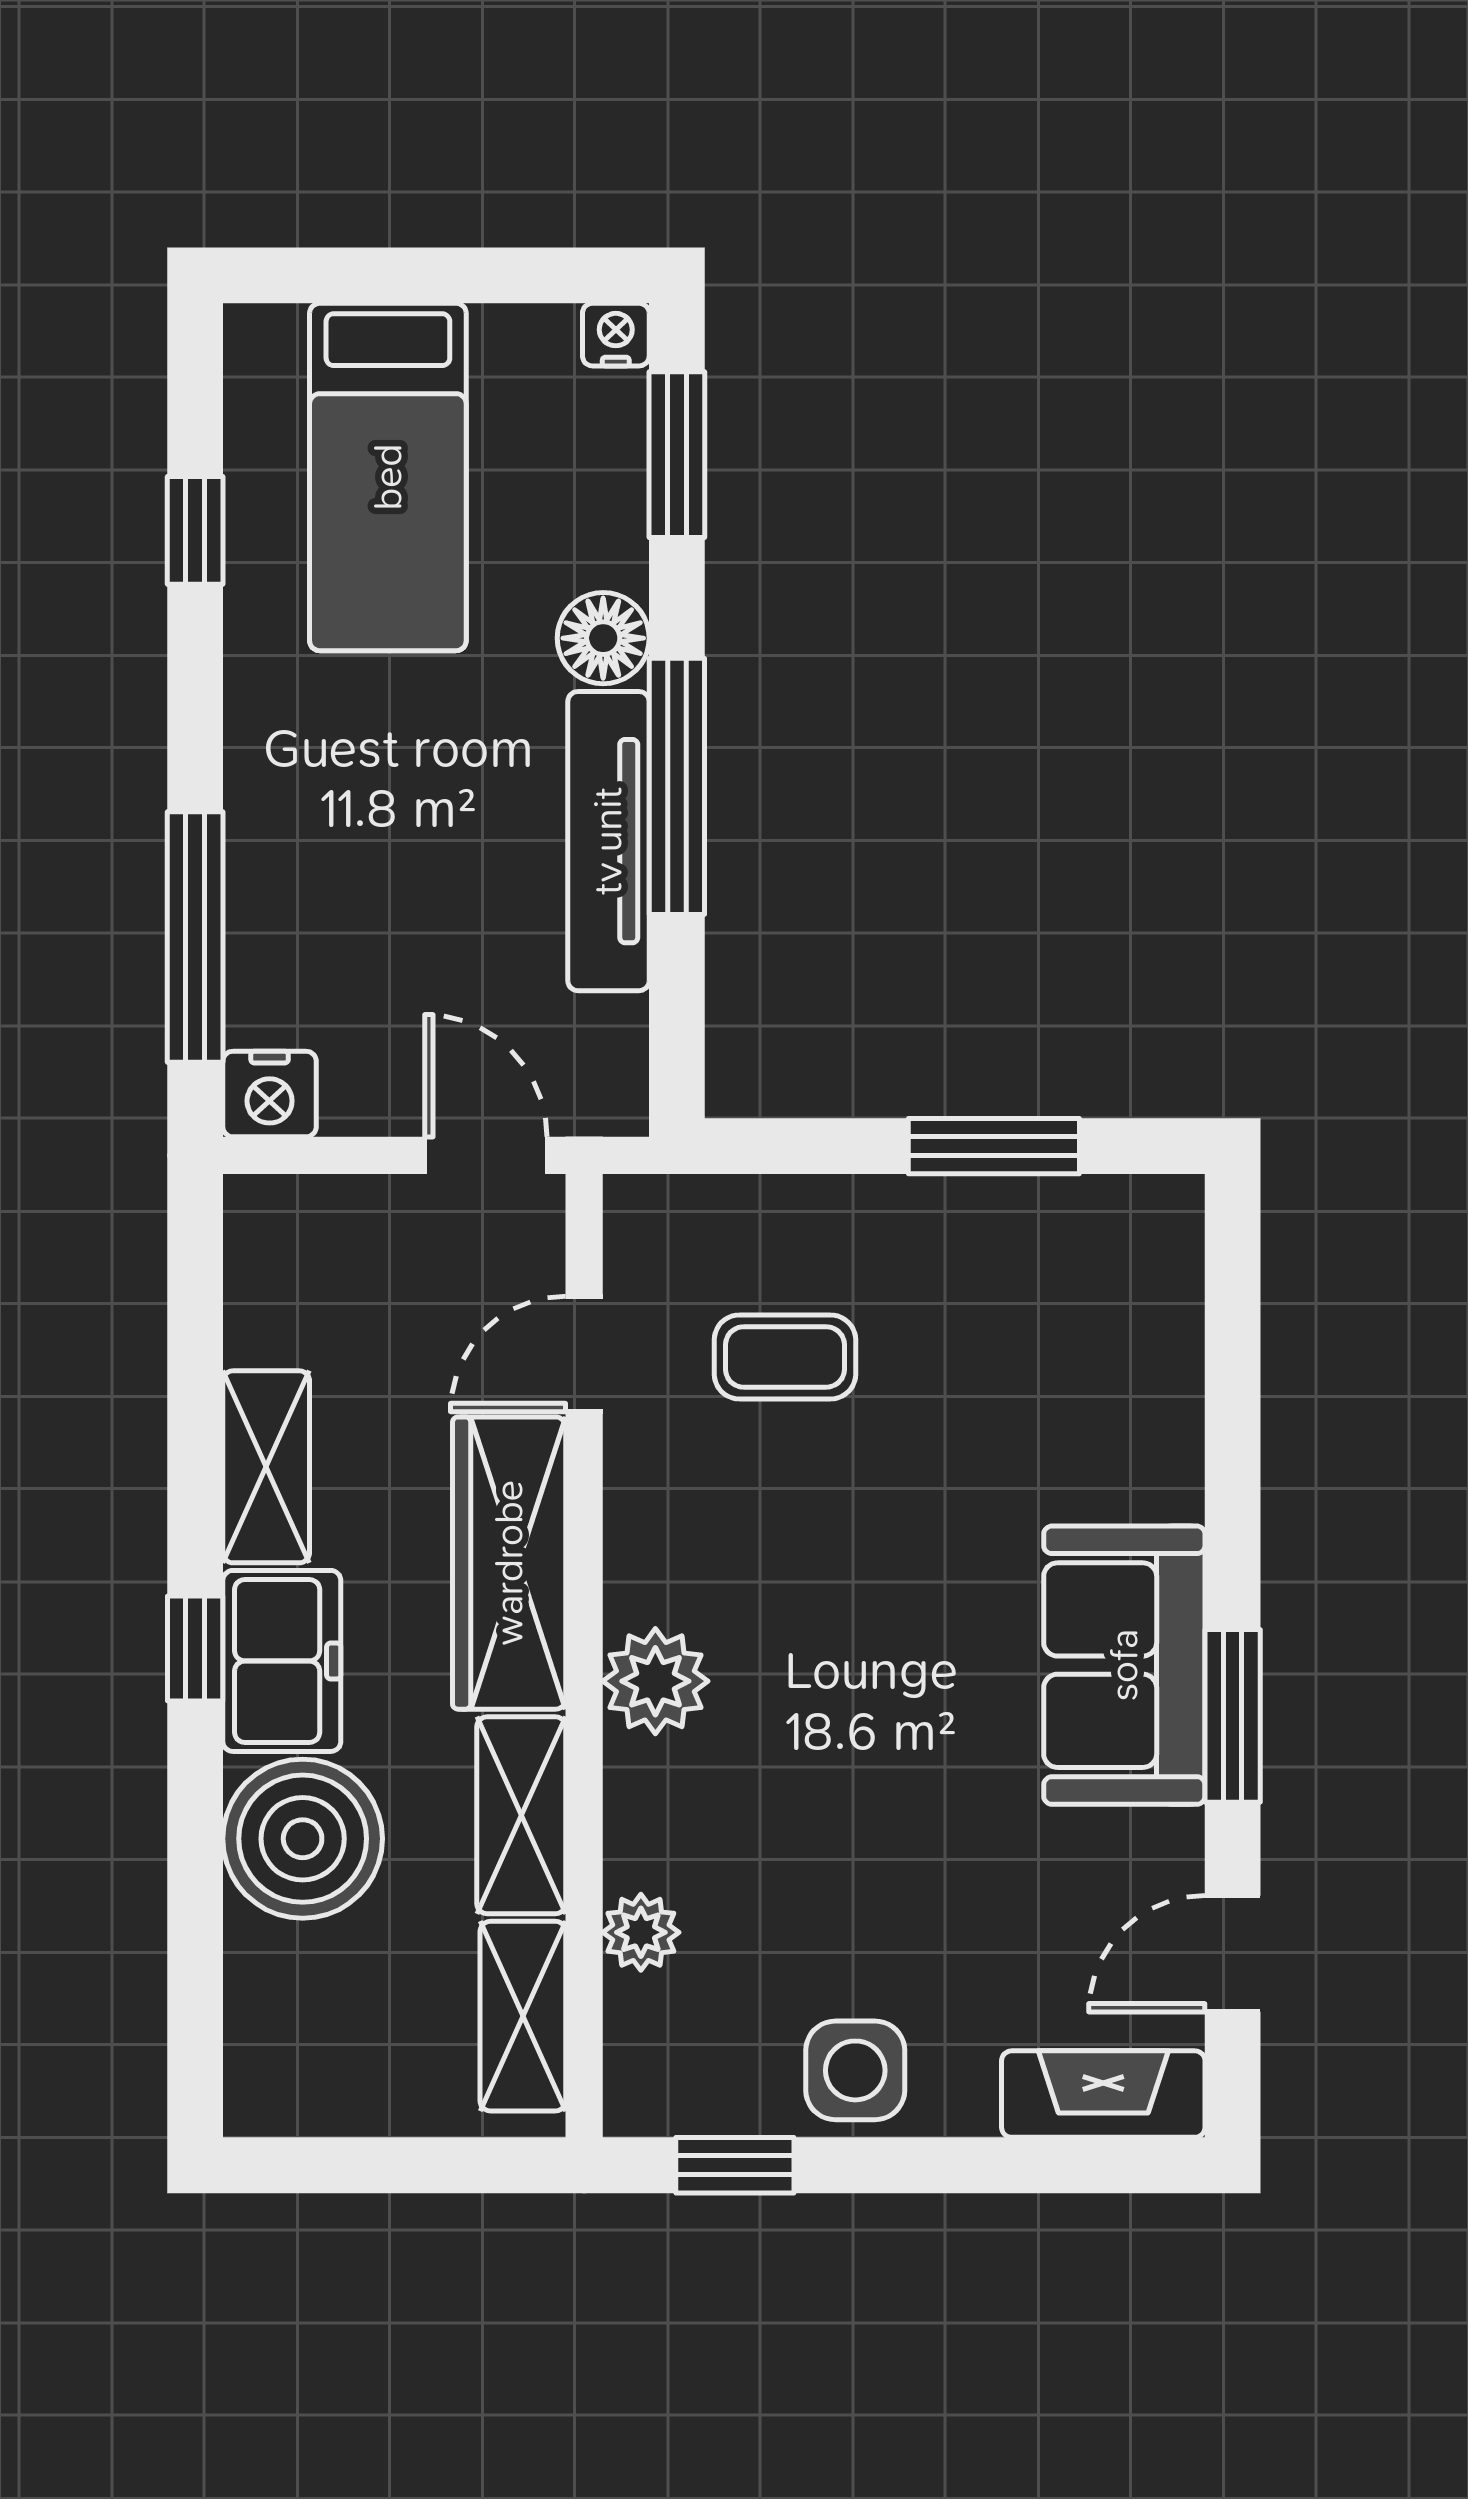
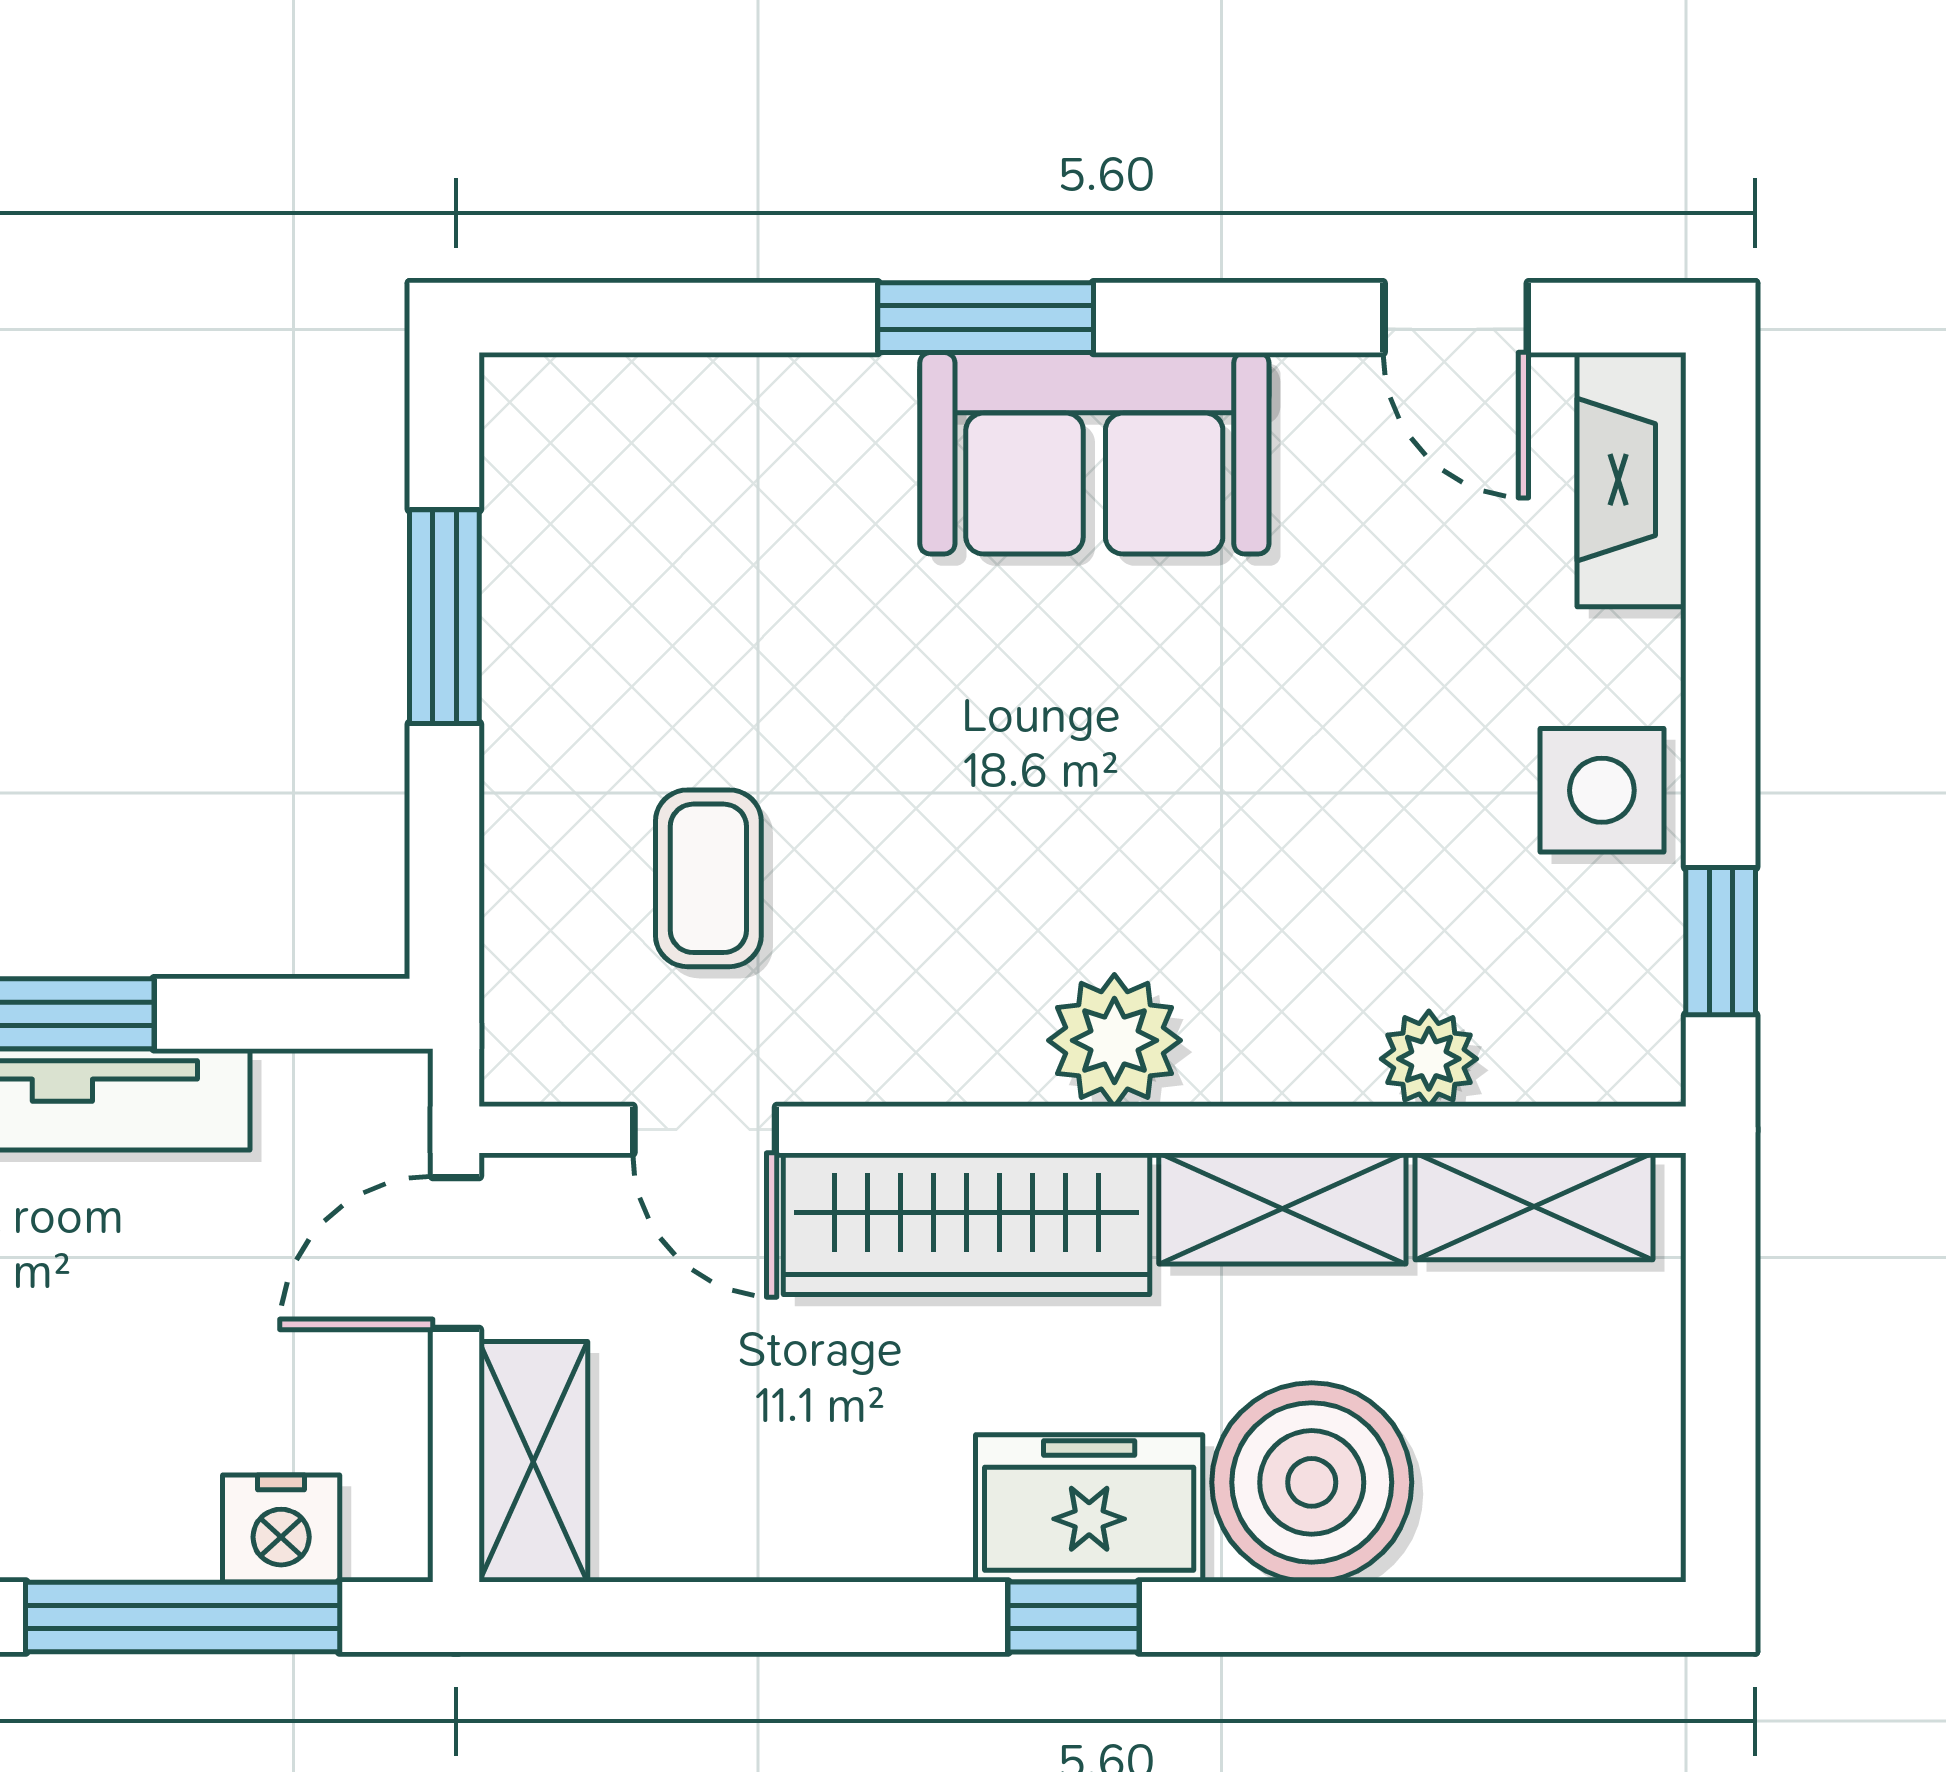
nightstand: (270, 1094) -> (281, 1528), moved, turned 90
shelving: (266, 1467) -> (533, 1462), moved, turned 90
window: (1233, 1716) -> (986, 318), moved

